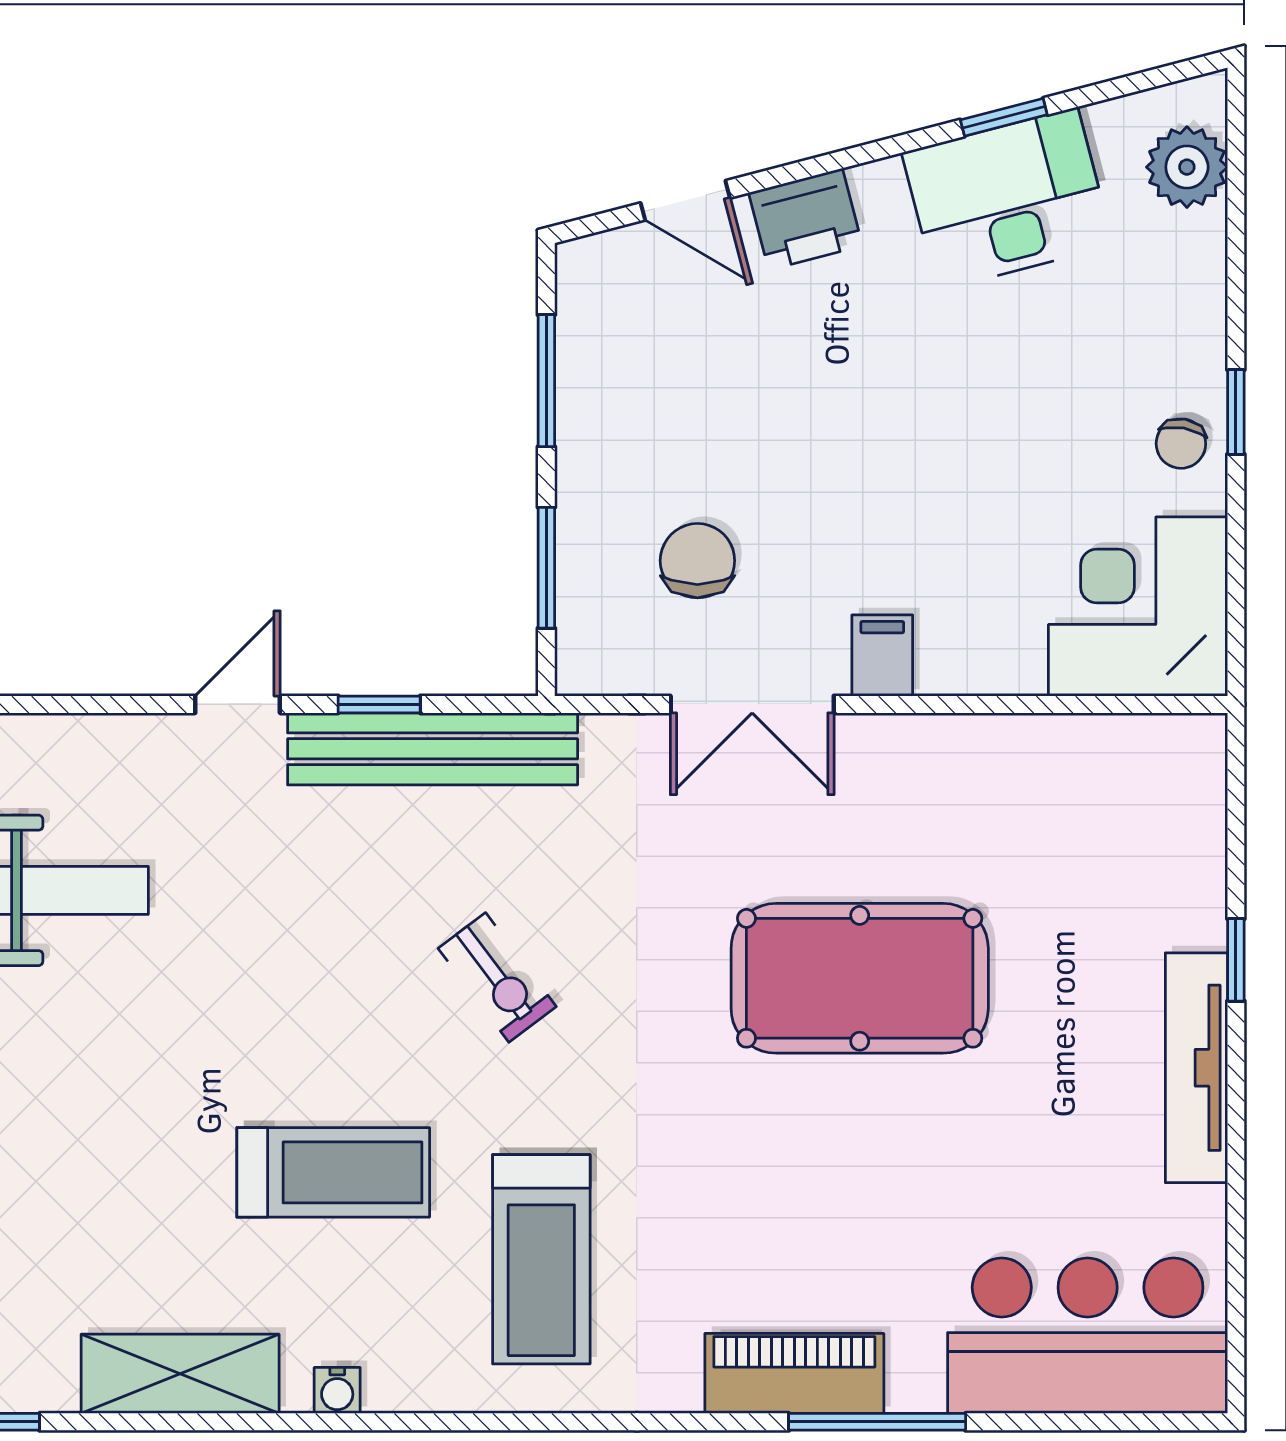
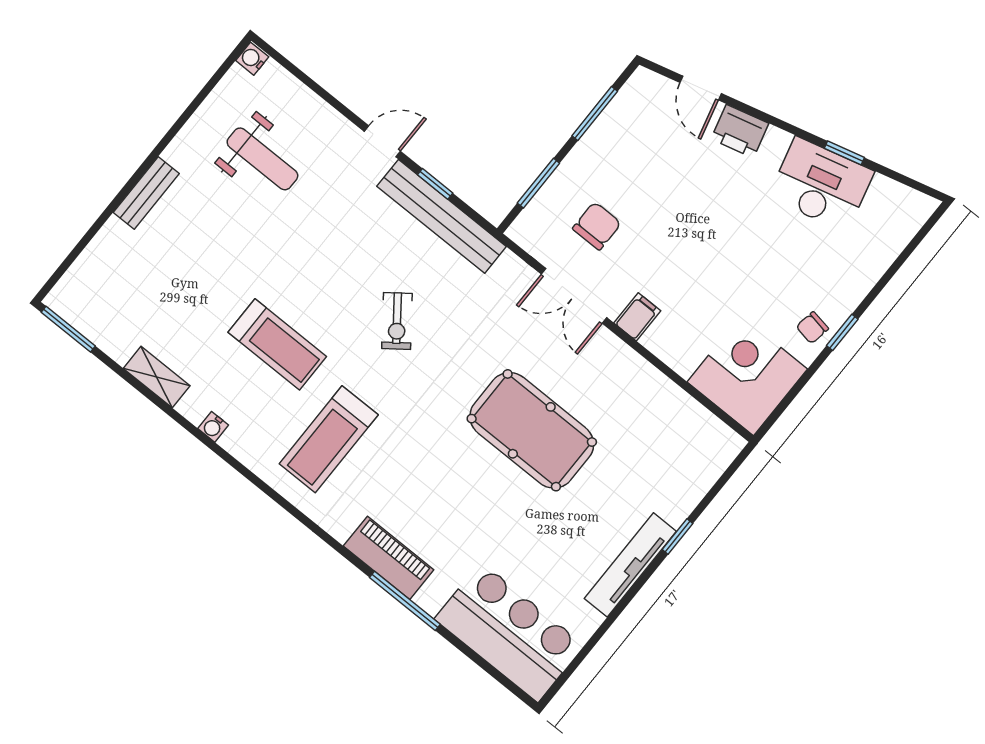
plant: (1187, 167) -> (898, 226), removed
shelving: (180, 1374) -> (157, 377), width x0.67, depth x0.75

